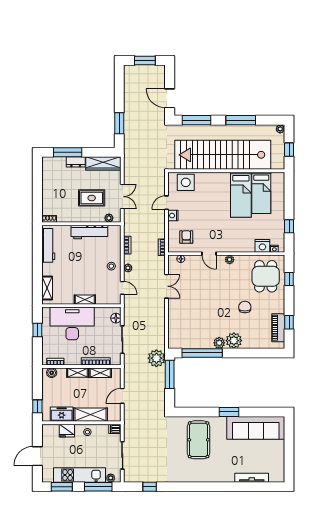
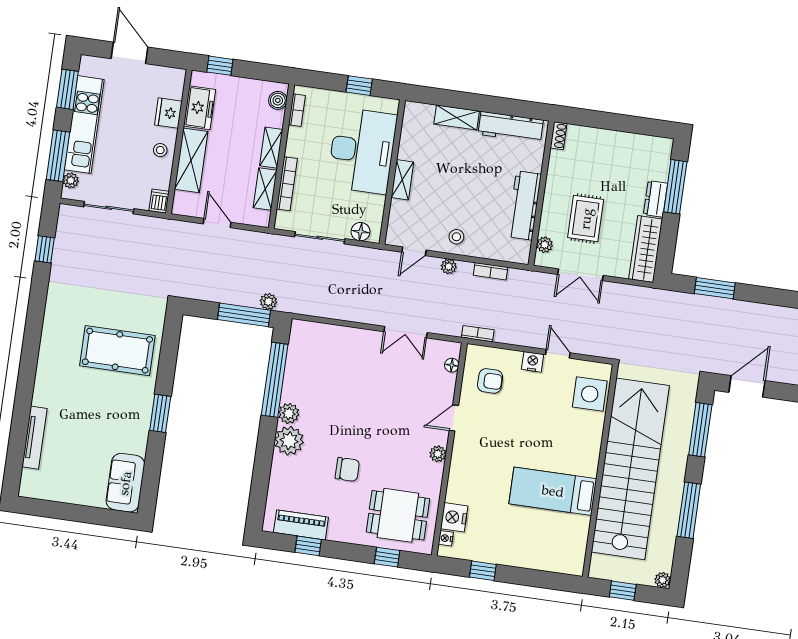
bed: (261, 193) -> (551, 529), removed
shelving: (47, 288) -> (457, 118), moved
plant: (156, 358) -> (268, 302), width x0.53, depth x0.53
sofa: (256, 428) -> (125, 483), width x0.54, depth x0.79

